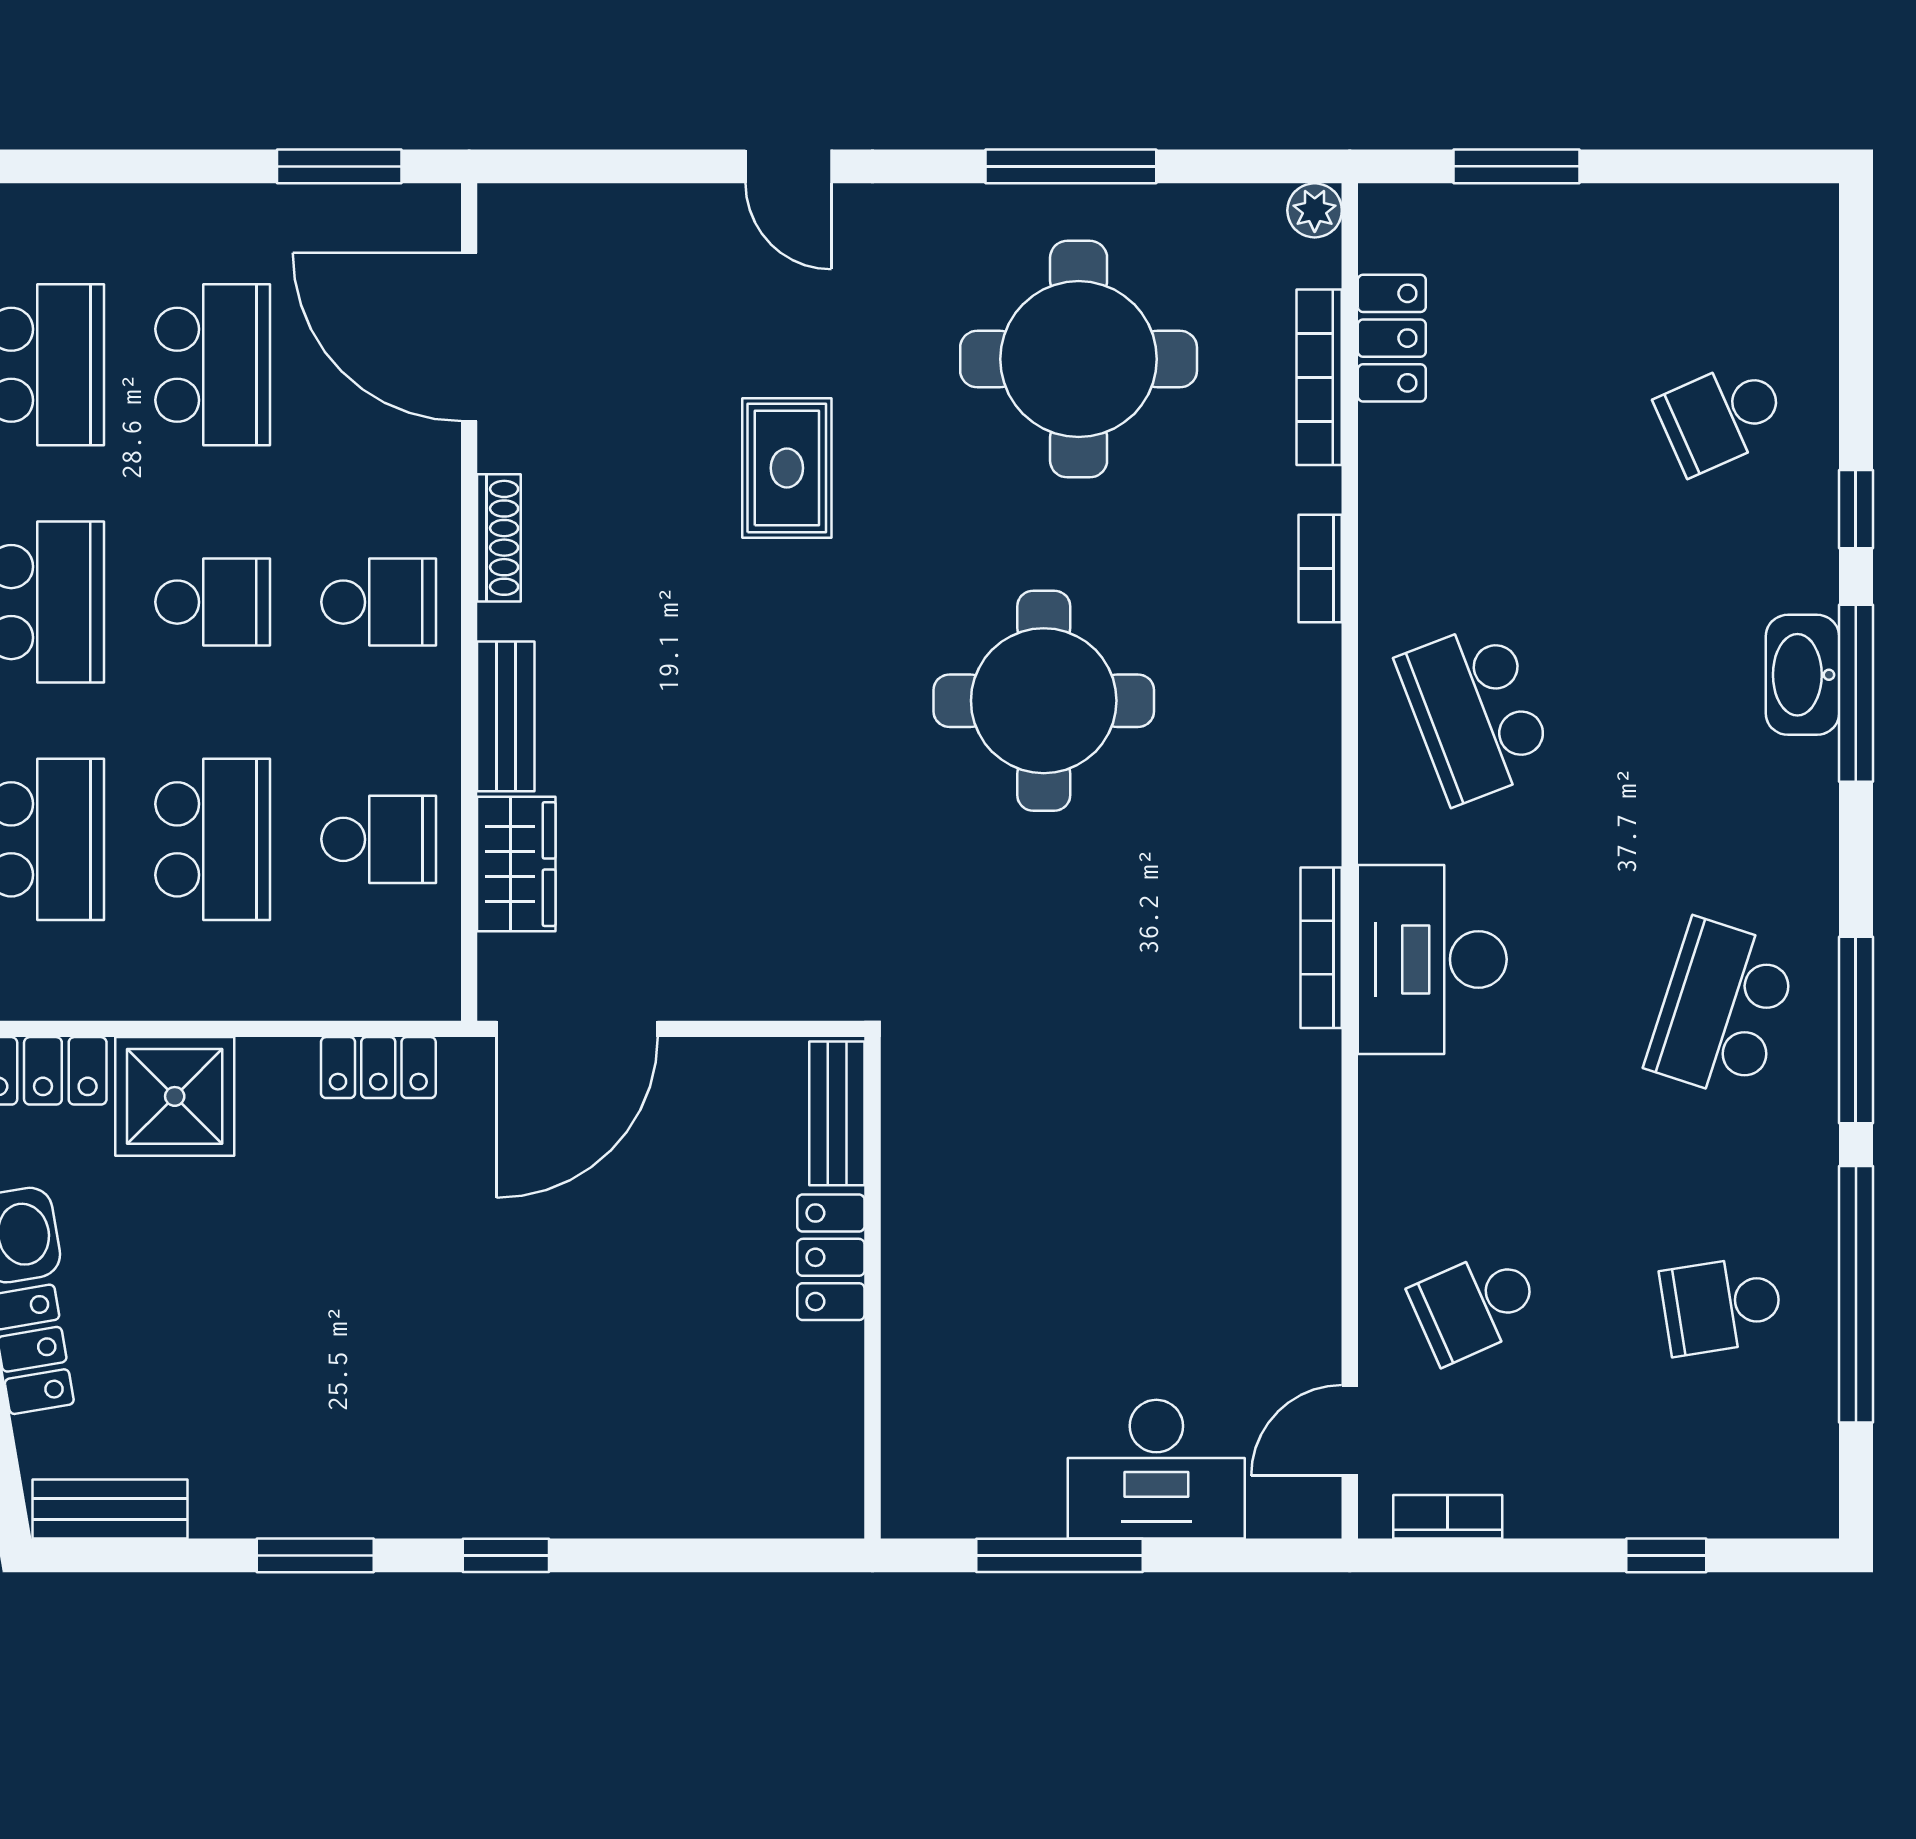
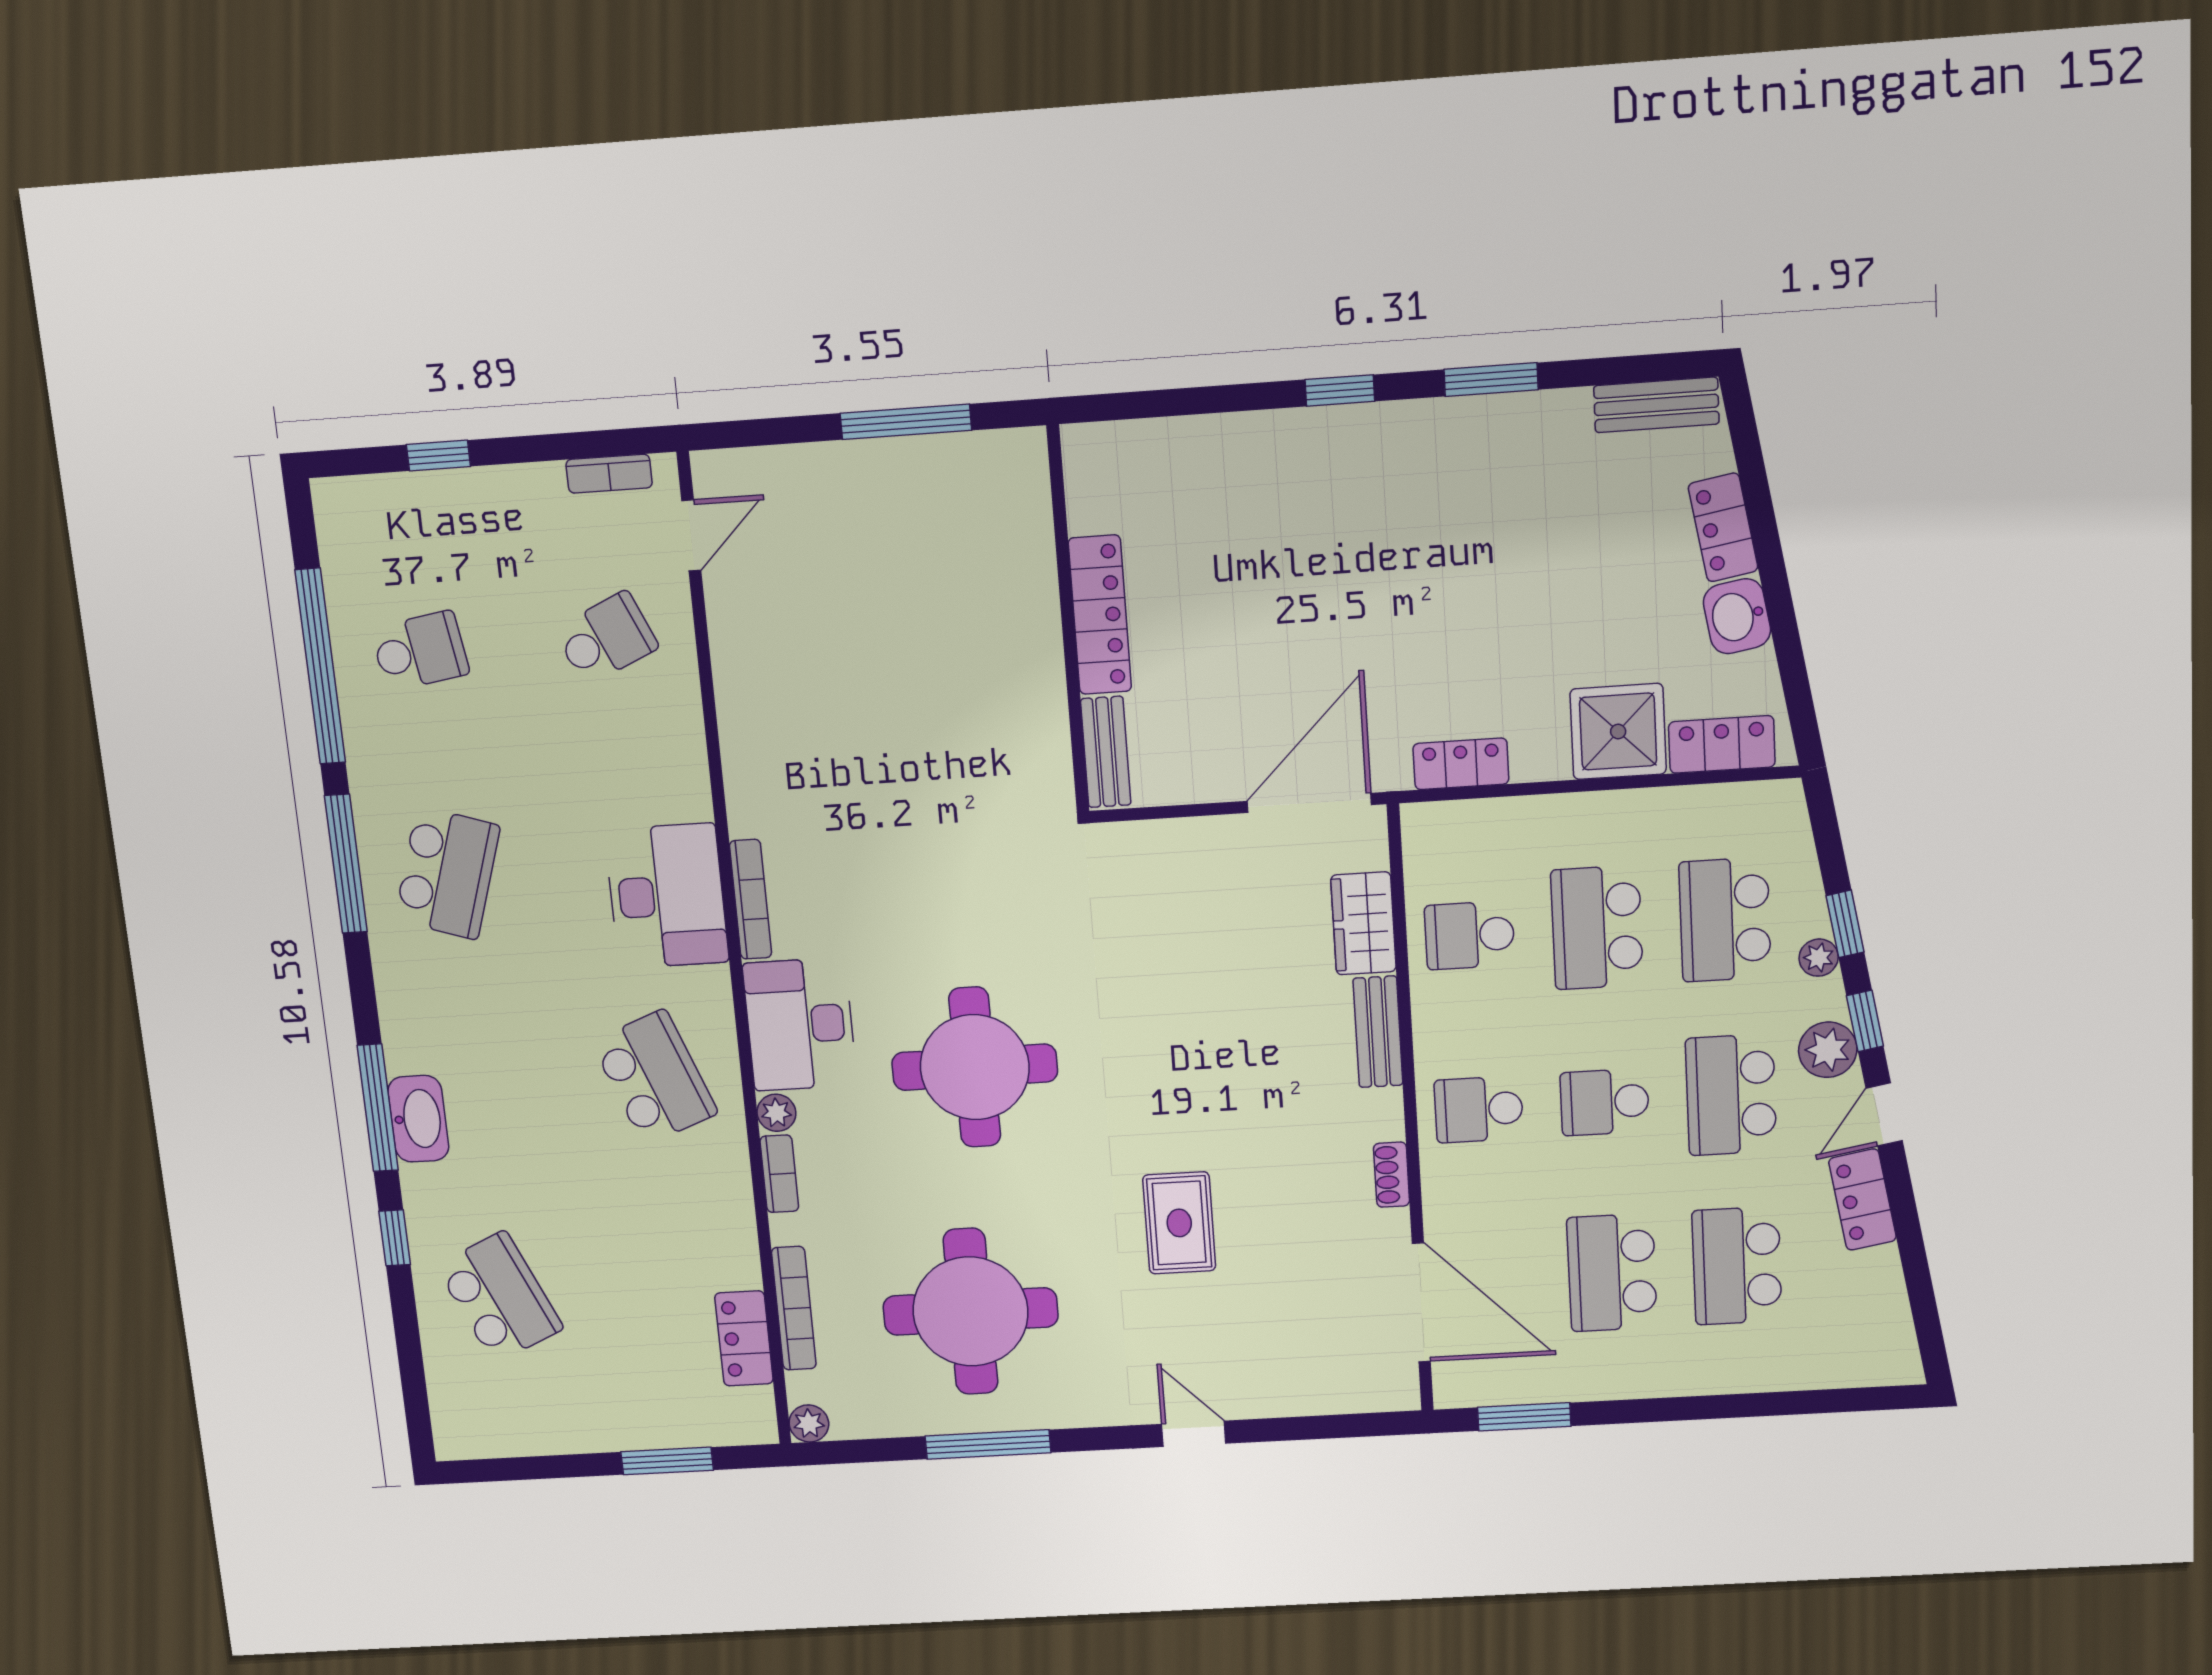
school desk: (1722, 416) -> (499, 1297), width x1.85
shoe rack: (499, 538) -> (1392, 1175), width x0.70
plant: (1316, 654) -> (776, 1113), added
locker: (831, 1257) -> (1100, 615), width x1.53
desk: (1156, 1469) -> (800, 1024), moved, turned -90

